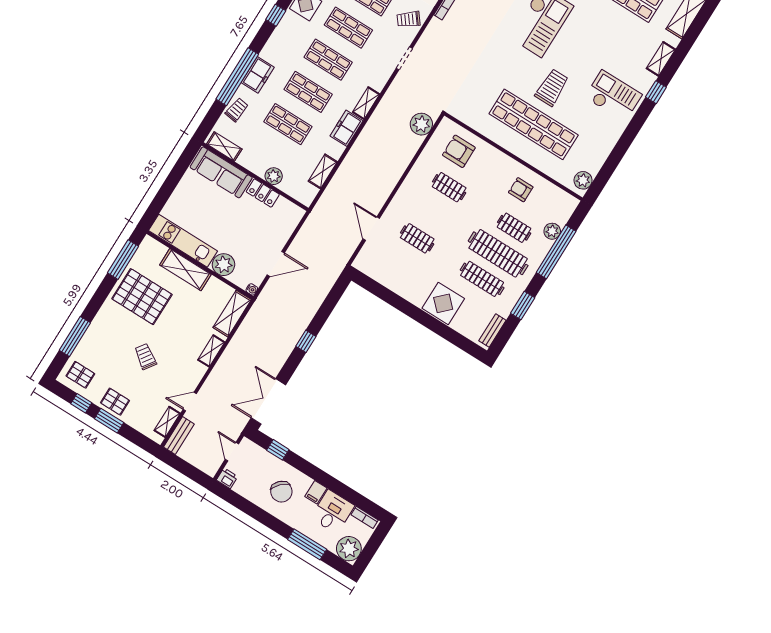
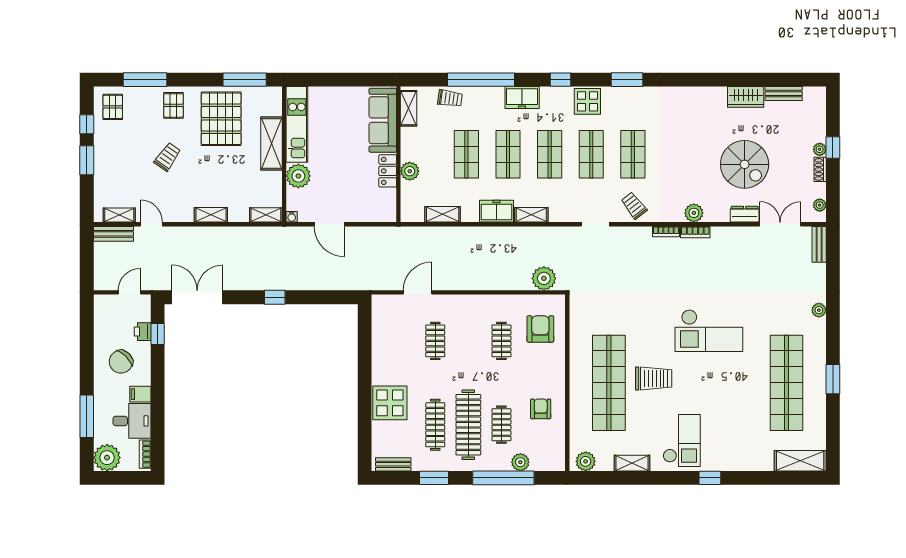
shelving: (661, 59) -> (632, 463), moved
freezer: (258, 75) -> (522, 98), moved
shelving: (232, 314) -> (266, 215), width x0.67, depth x0.75
pallet: (115, 402) -> (173, 105), moved
printer: (227, 478) -> (143, 332), moved, turned 180

